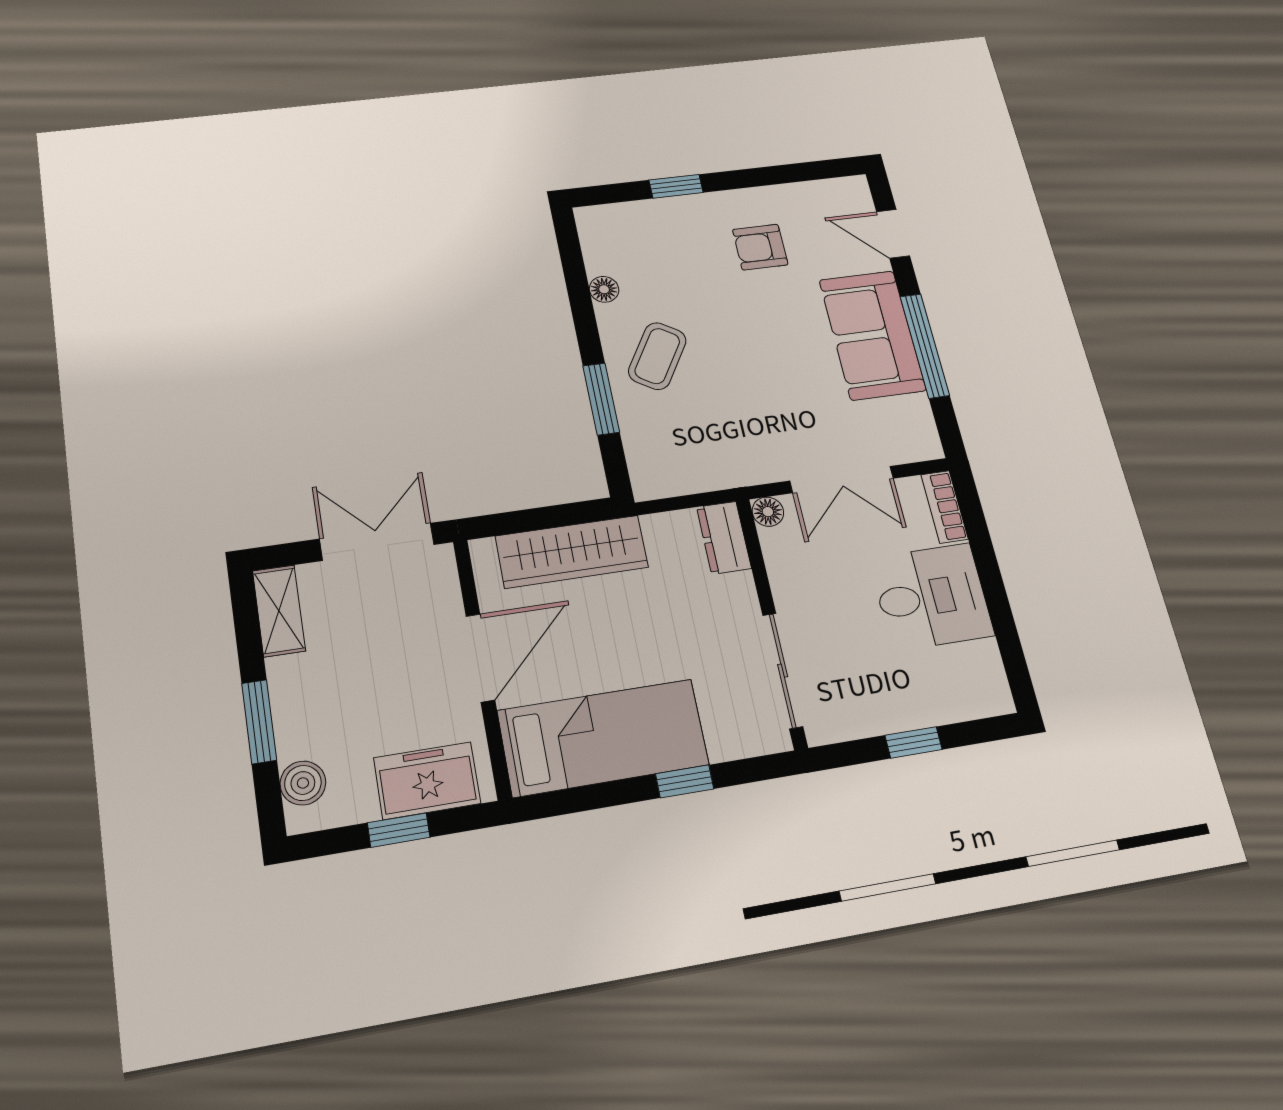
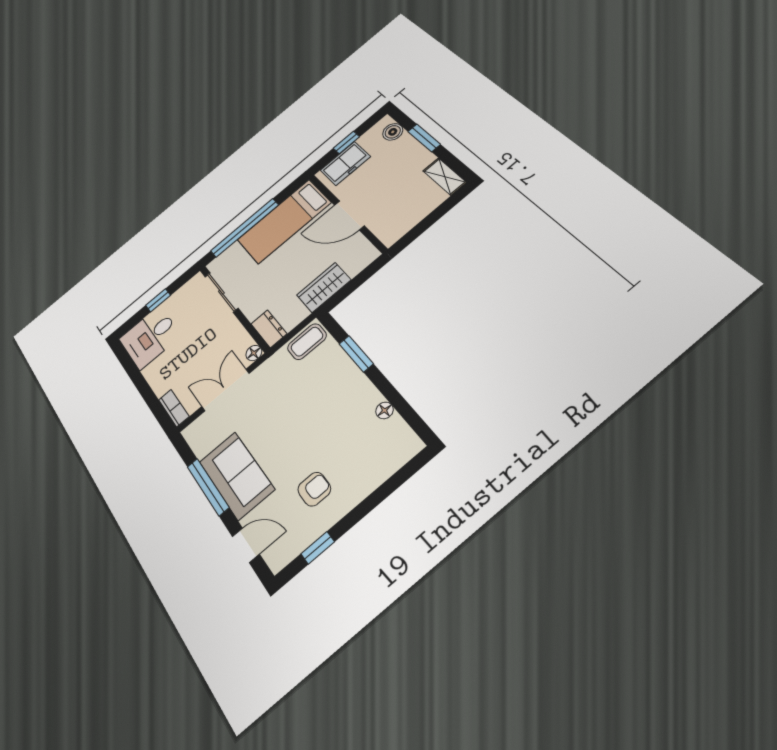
window: (676, 186) -> (318, 548), moved
coffee table: (657, 356) -> (307, 342), moved, turned 58
double door: (377, 542) -> (421, 227), removed
wardrobe: (572, 552) -> (324, 287), width x0.67
desk: (931, 597) -> (150, 337), moved
door: (480, 658) -> (349, 215), hinge flipped
window: (685, 781) -> (244, 228), width x3.17

